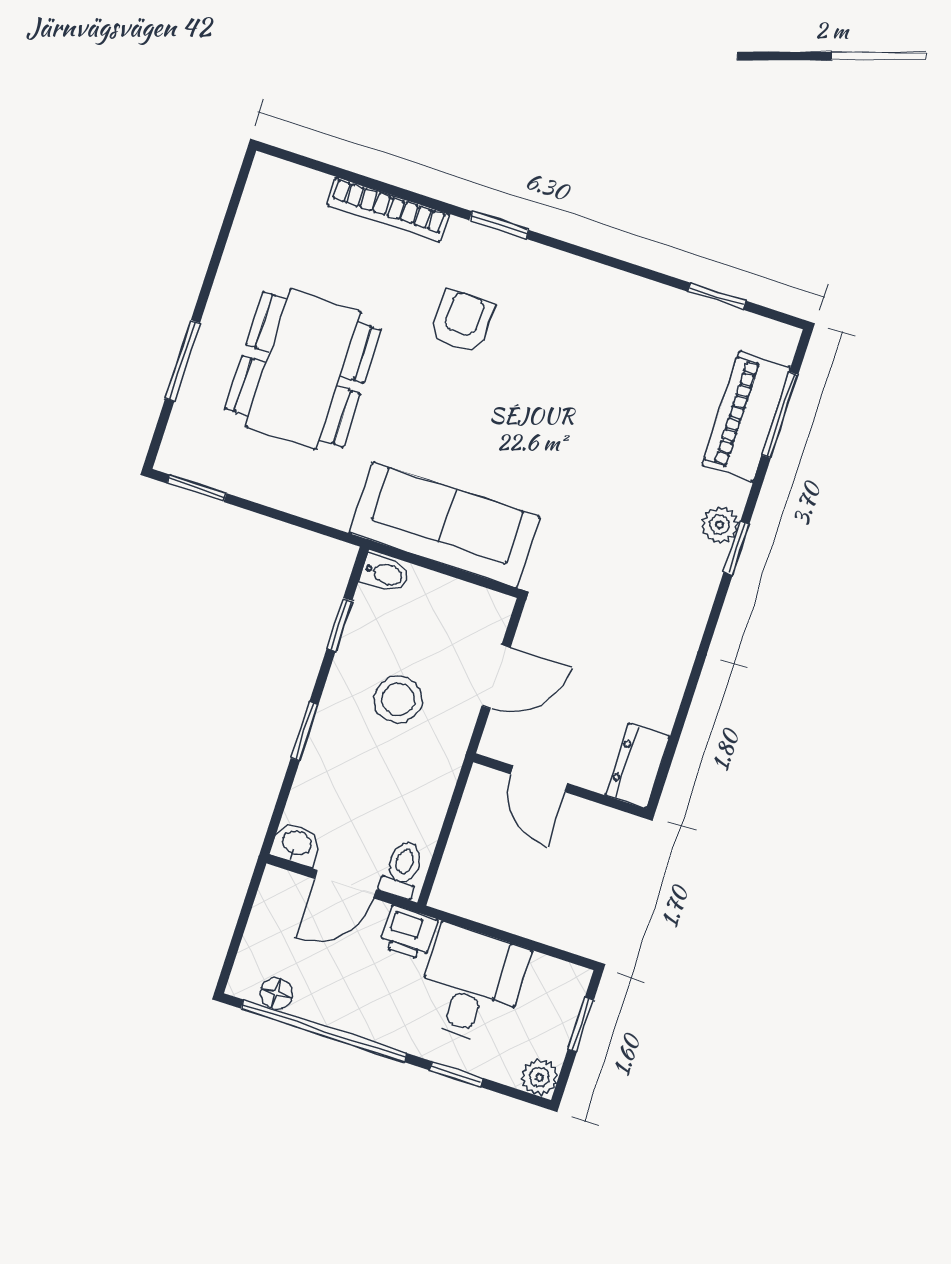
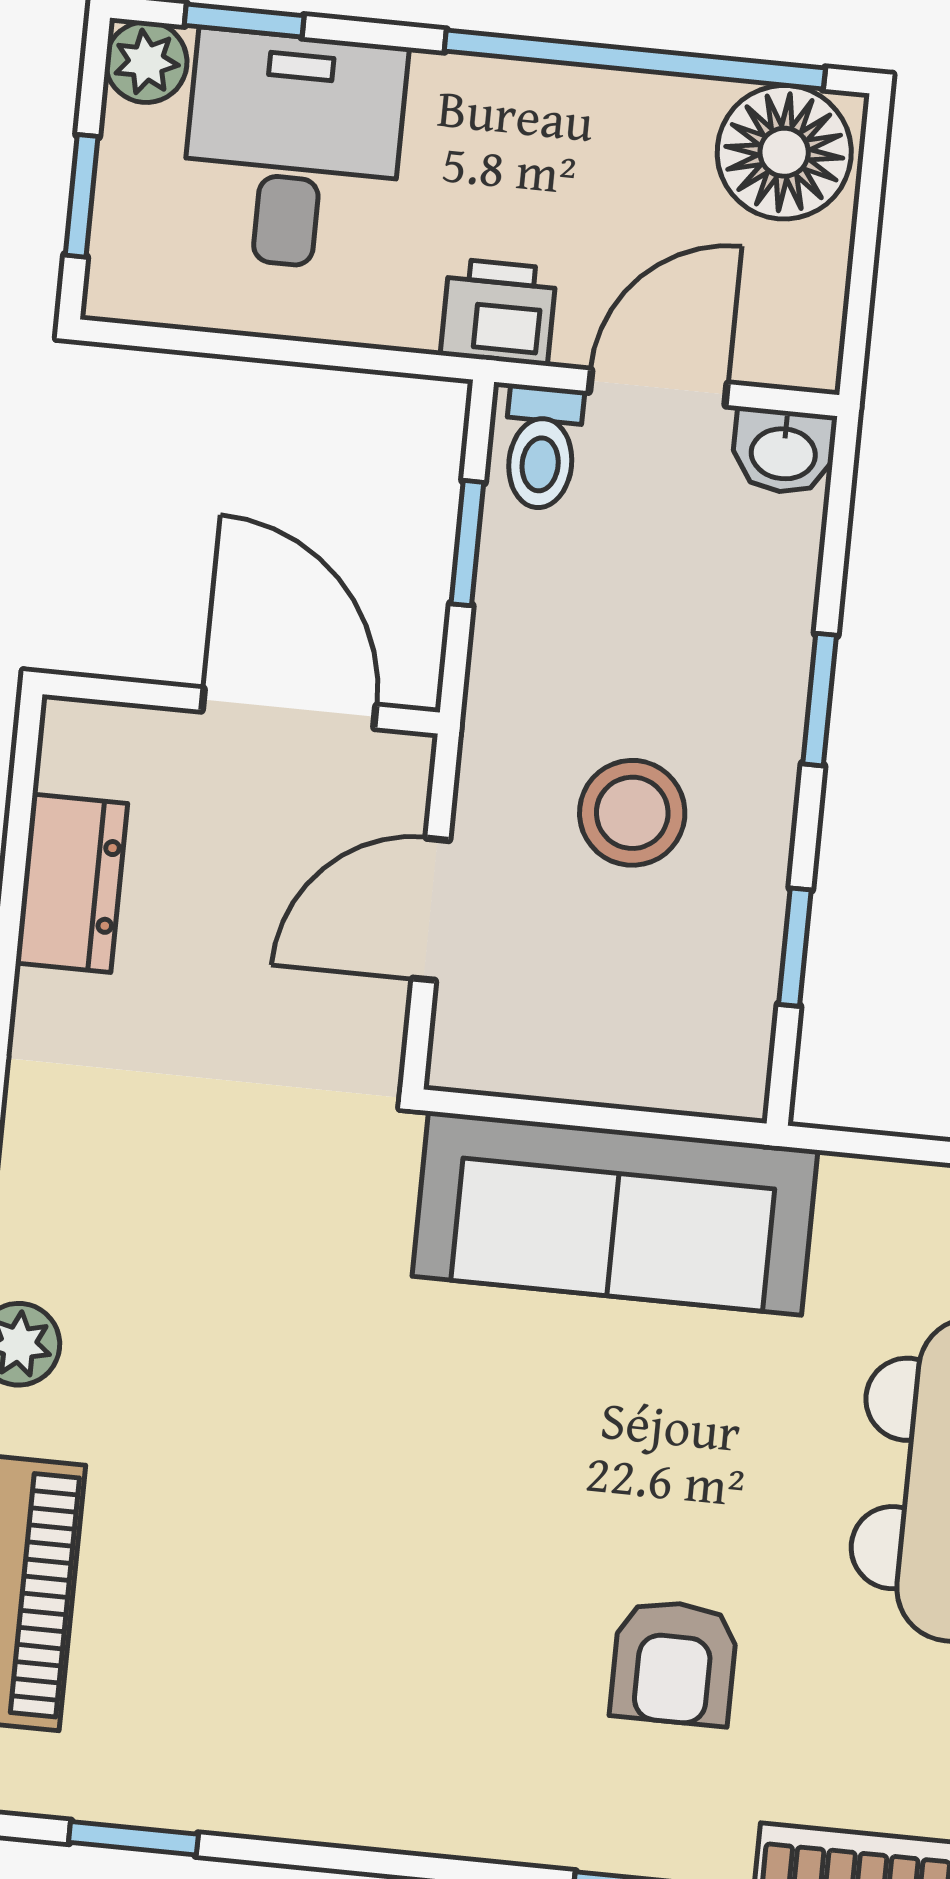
bidet: (385, 574) -> (721, 1079), removed
dresser: (638, 766) -> (72, 883), moved
door: (539, 779) -> (289, 708), width x1.37
window: (445, 834) -> (467, 543), added
desk: (471, 984) -> (293, 150), moved, turned 180
floor lamp: (276, 994) -> (784, 152), width x1.89, depth x1.89
window: (456, 1074) -> (244, 21), moved

